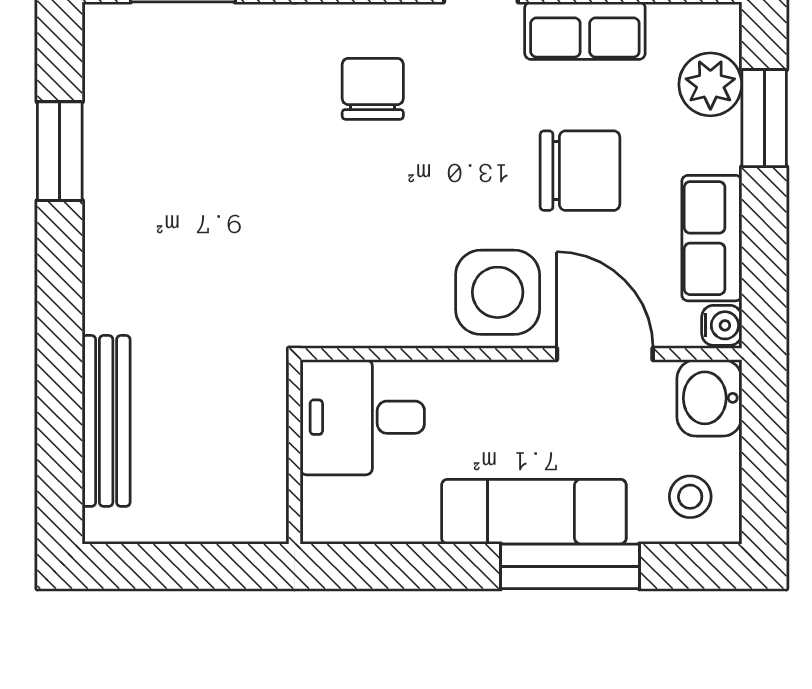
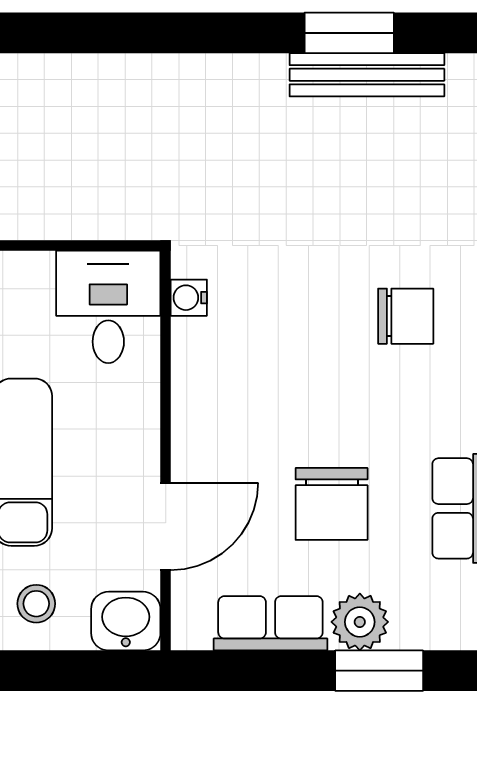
plant: (710, 84) -> (360, 622), moved
side table: (498, 292) -> (221, 429), removed
water cooler: (722, 325) -> (189, 298), moved, turned 90
bench: (106, 421) -> (367, 75), moved

